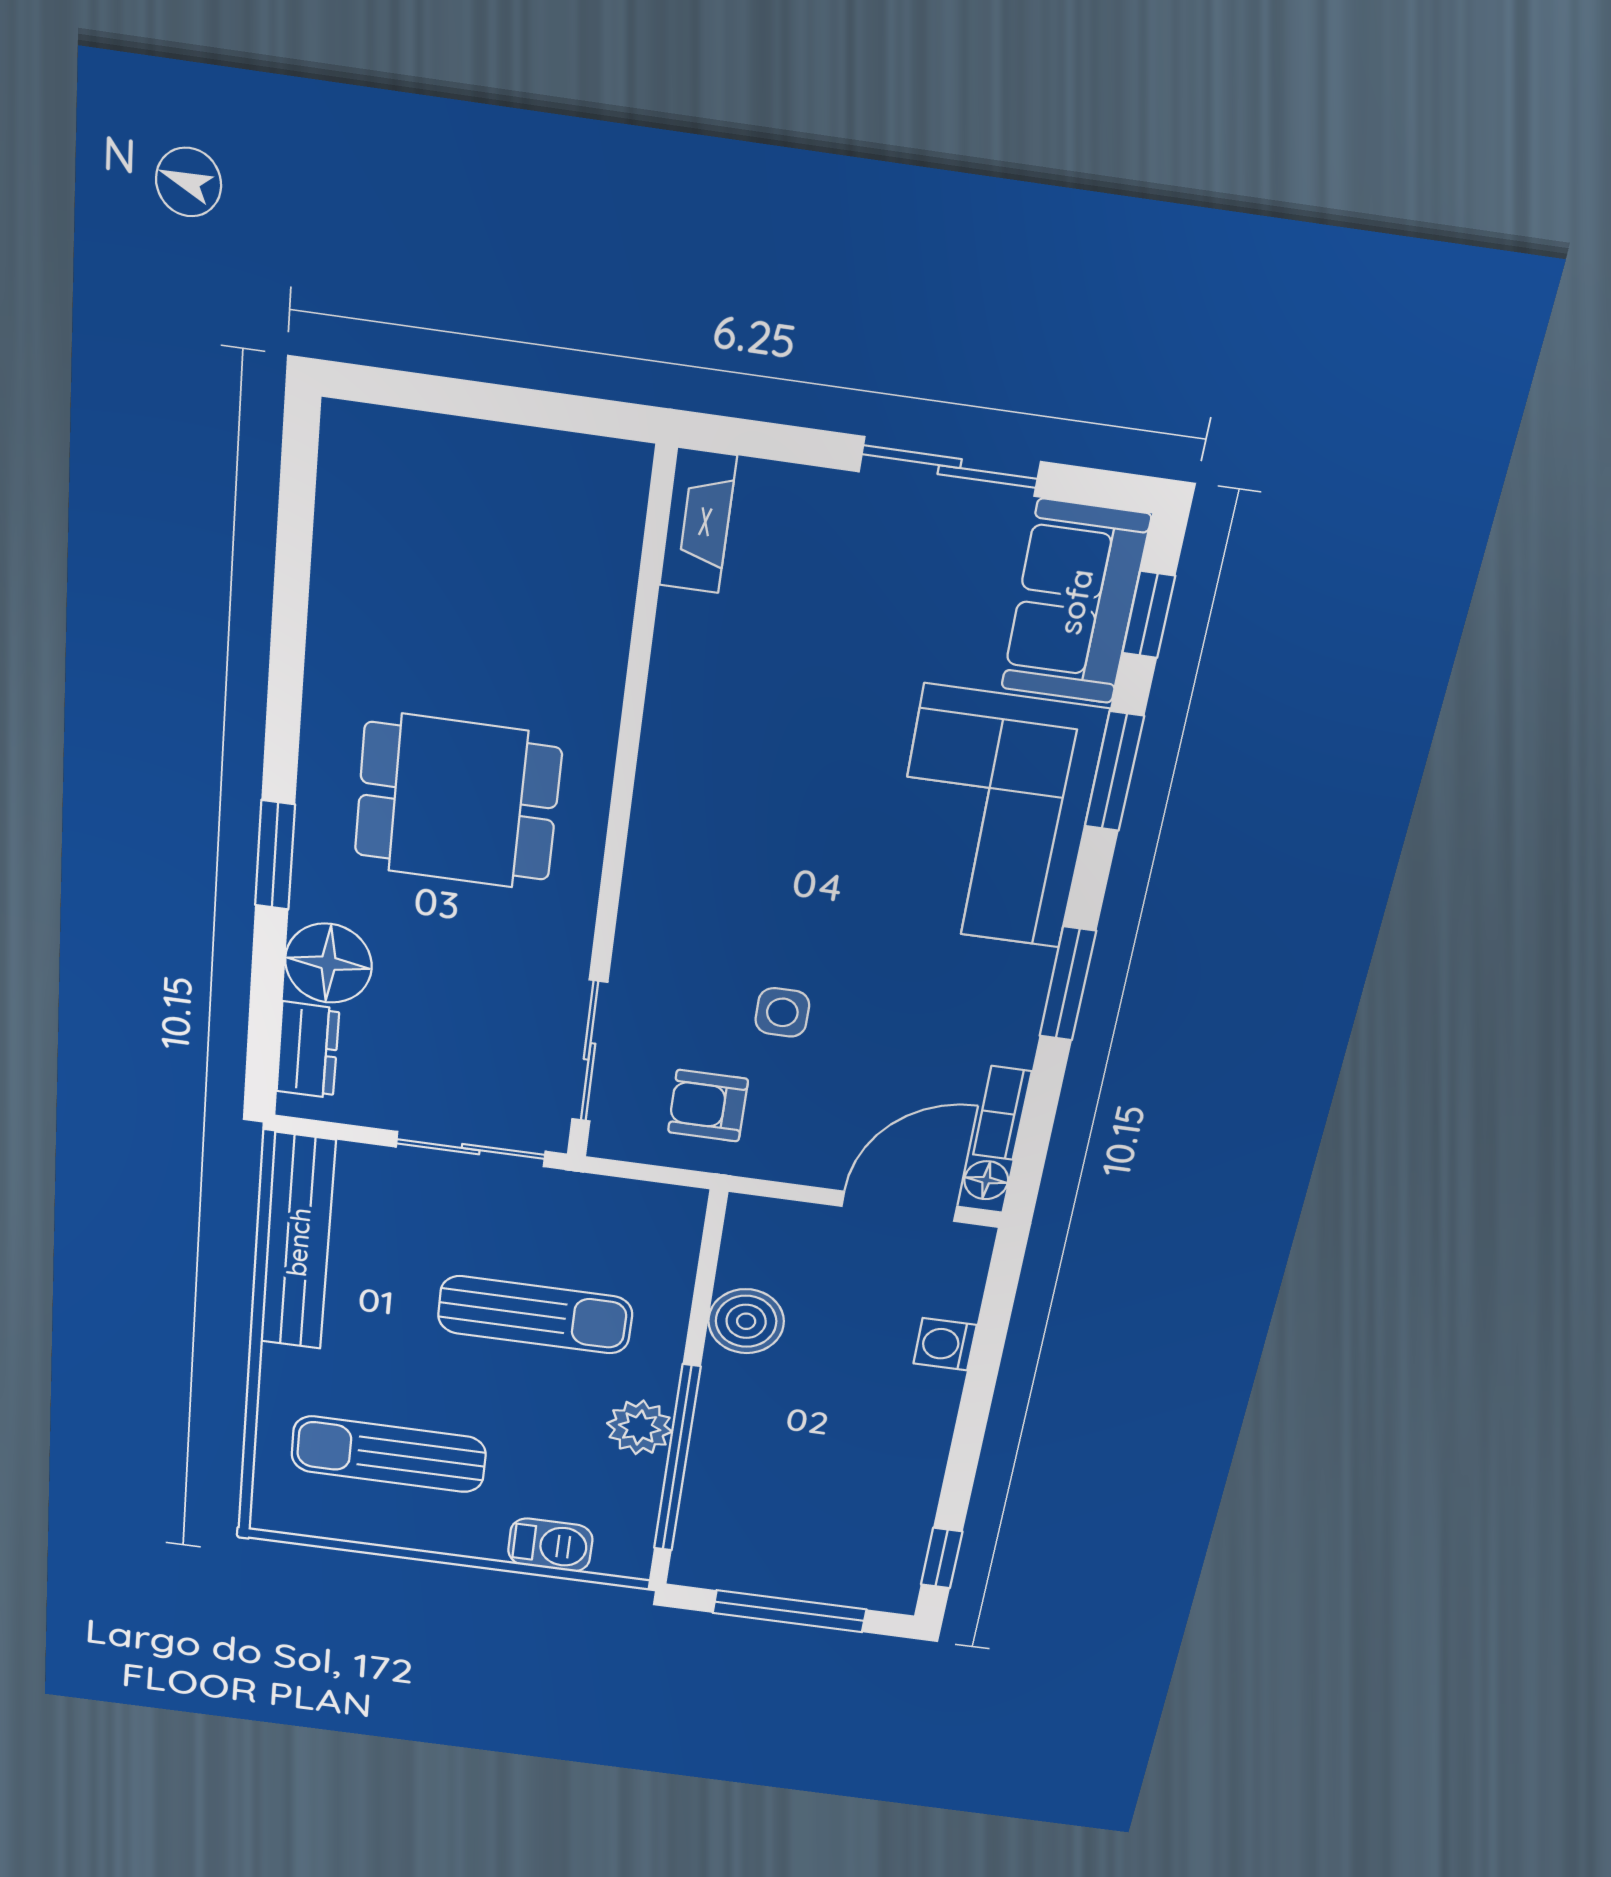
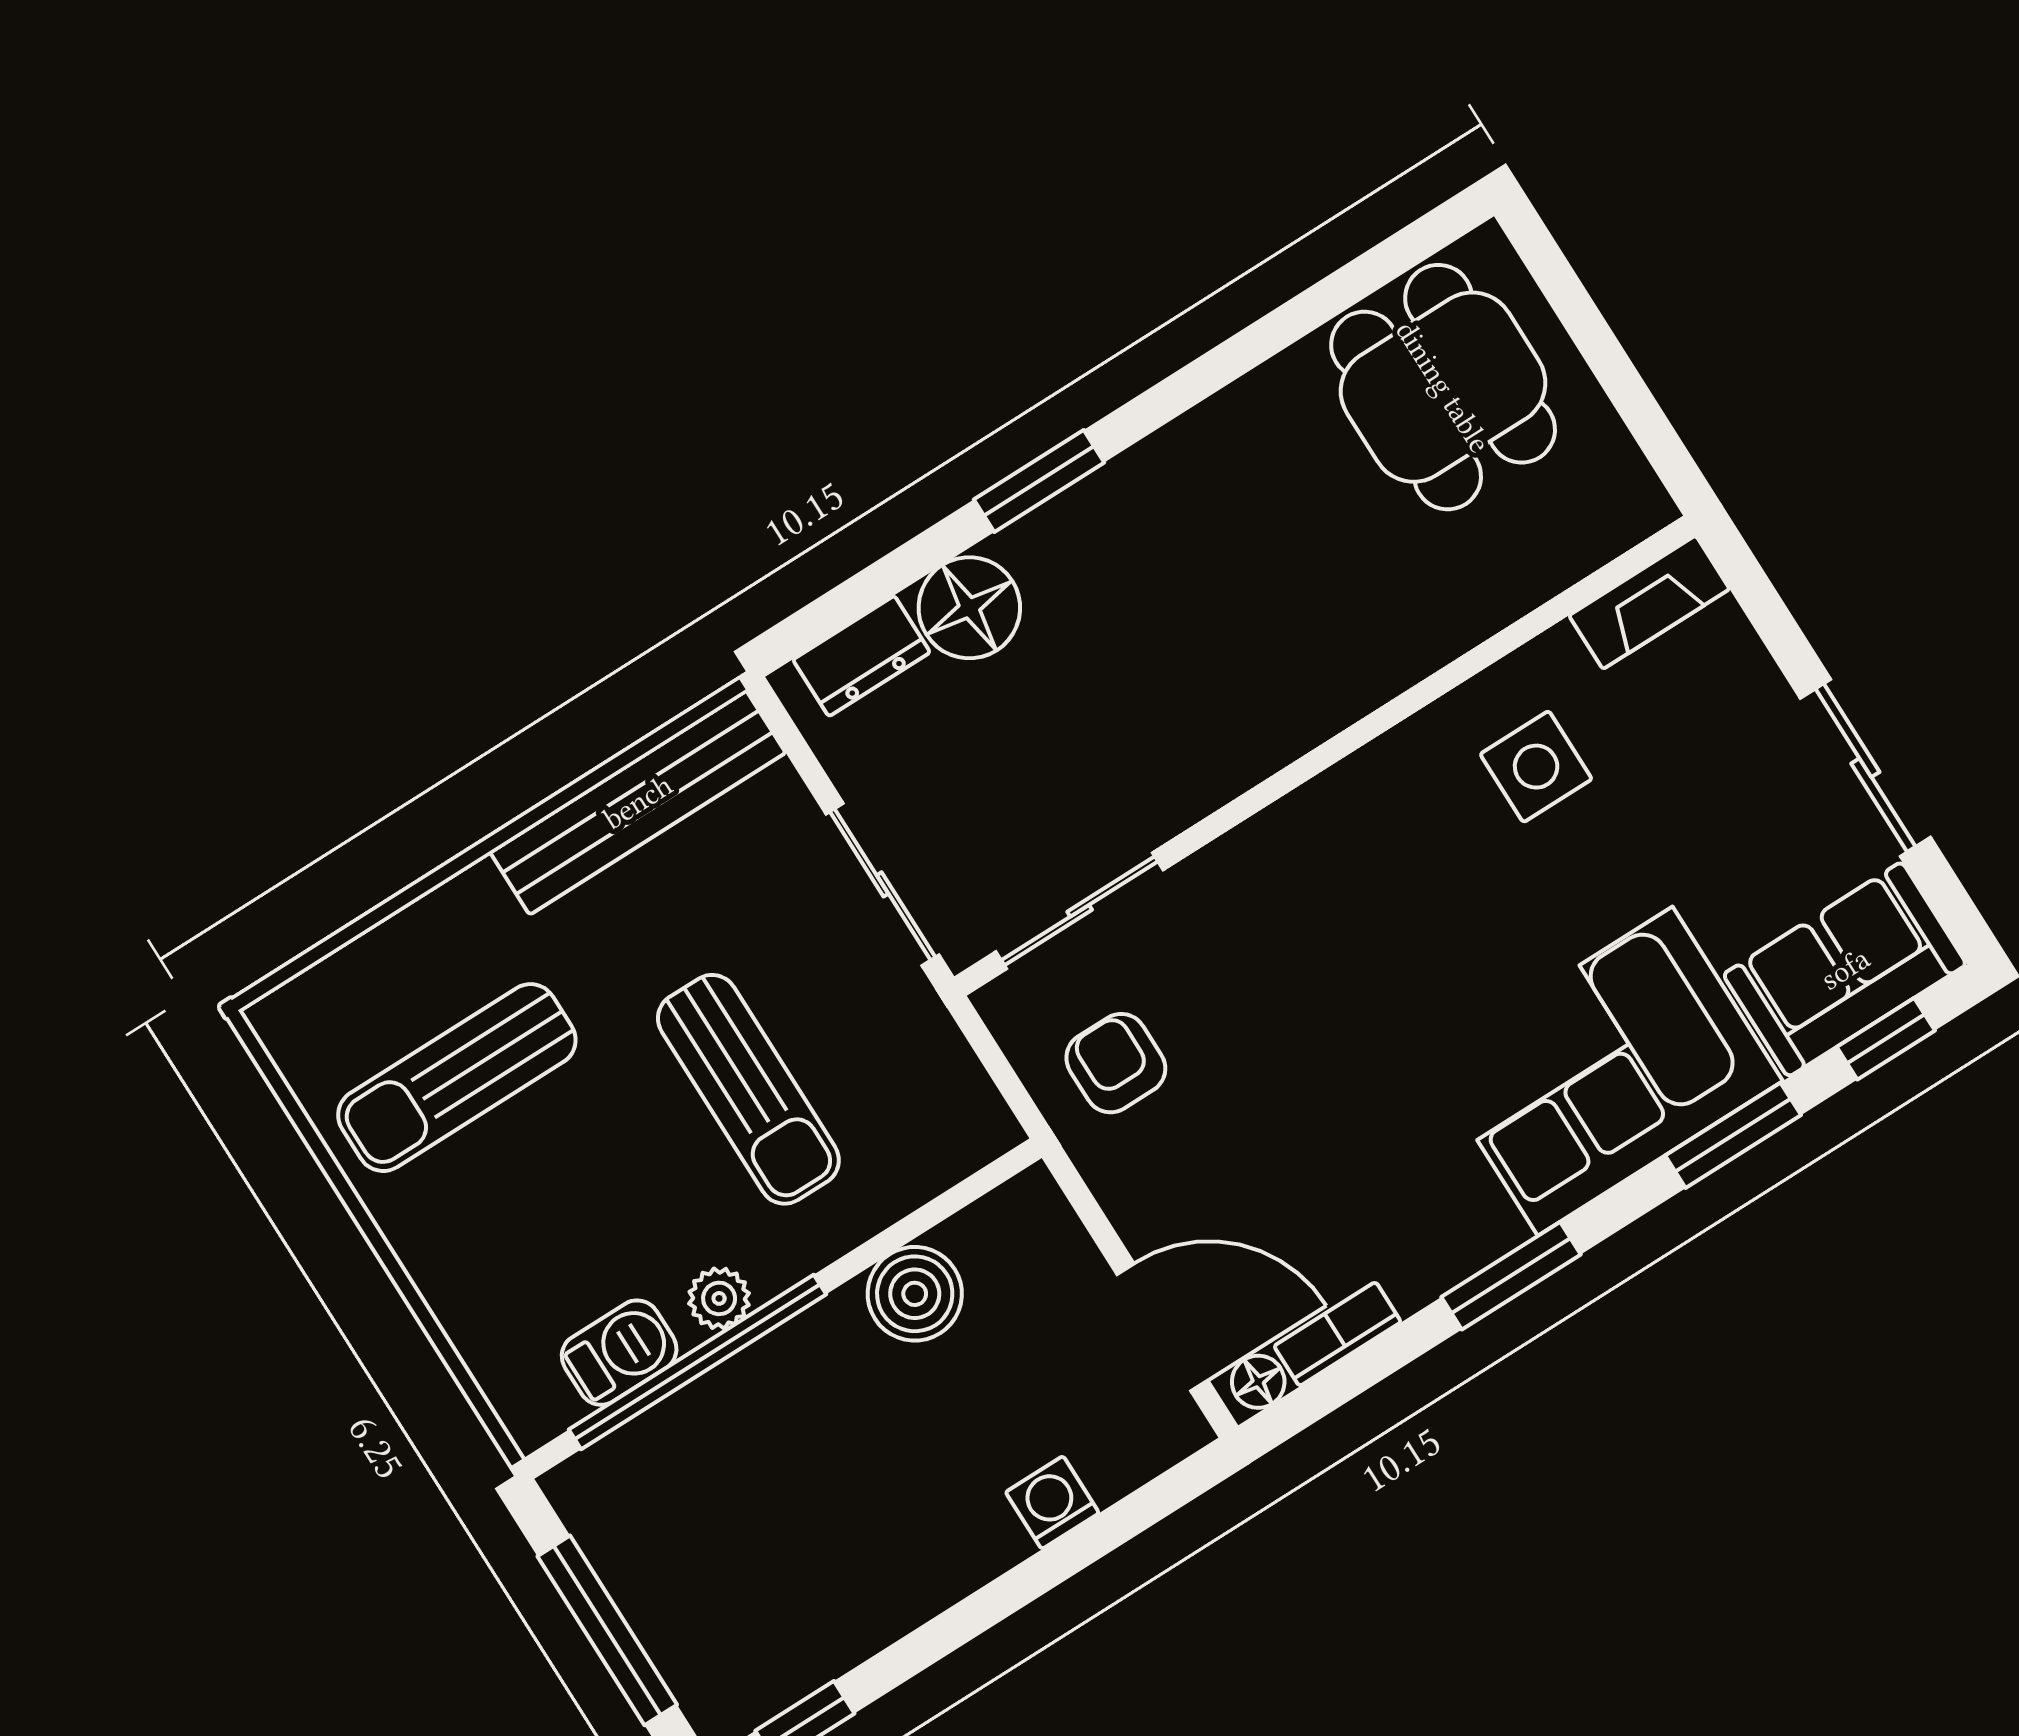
dining table: (458, 802) -> (1443, 387), moved
side table: (782, 1012) -> (1536, 767), moved, width x1.37, depth x1.37
plant: (640, 1427) -> (719, 1298), width x0.73, depth x0.73
sun lounger: (389, 1454) -> (457, 1078), turned -90
barbecue: (550, 1545) -> (619, 1353), moved, turned -90

